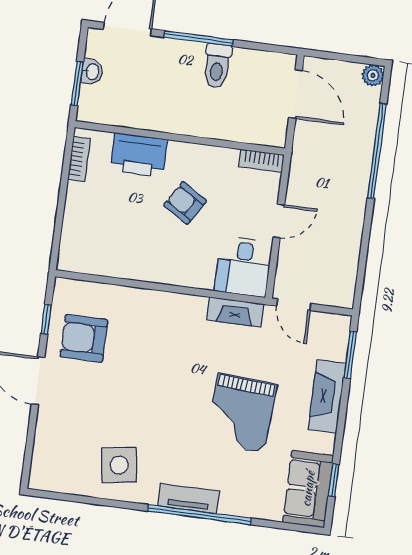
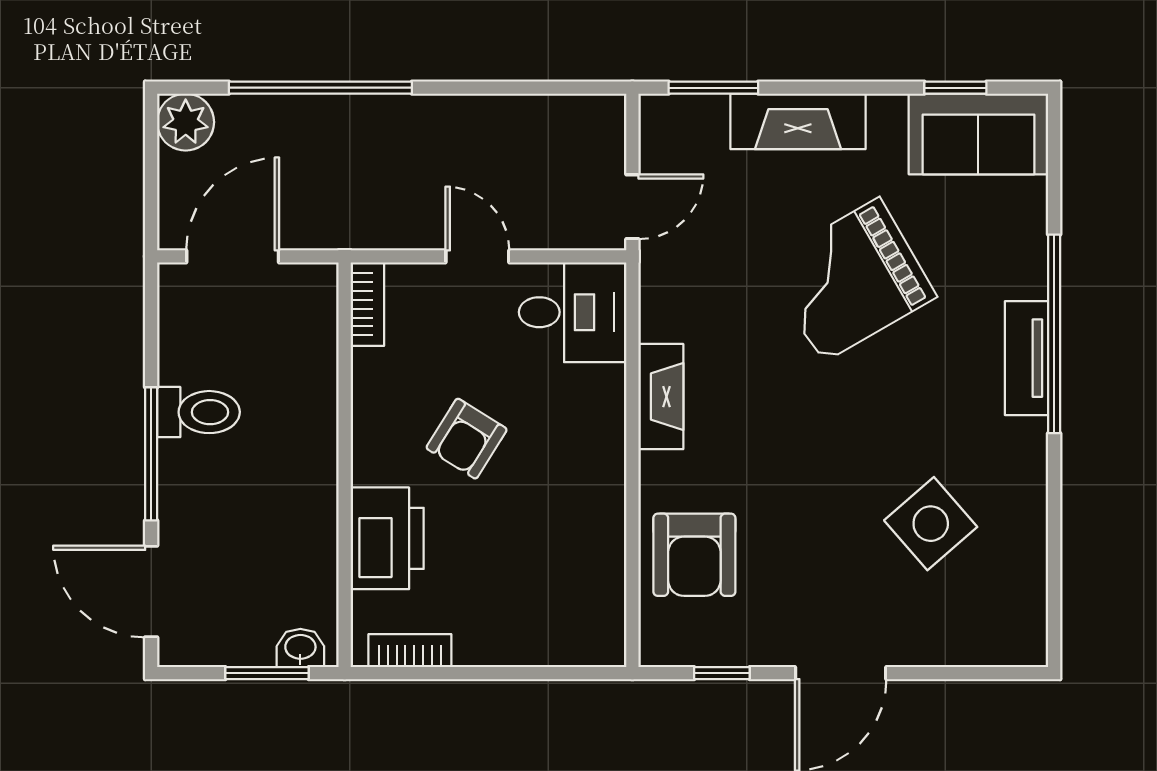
washbasin: (92, 72) -> (300, 648), moved
plant: (373, 75) -> (186, 122), width x1.38, depth x1.38
fireplace: (235, 312) -> (661, 397), moved
armchair: (84, 338) -> (694, 555), moved
grand piano: (241, 413) -> (851, 280), turned 146
side table: (119, 465) -> (931, 524), moved, turned -33

